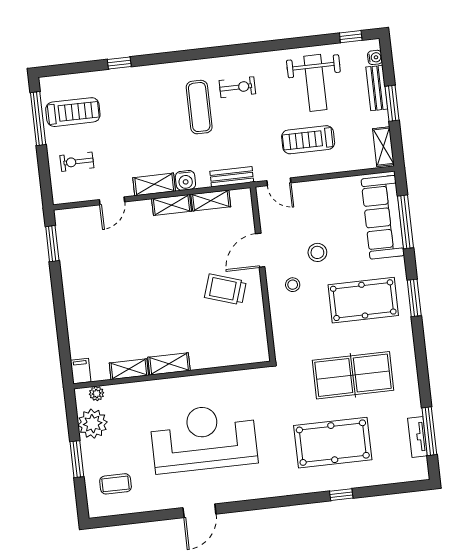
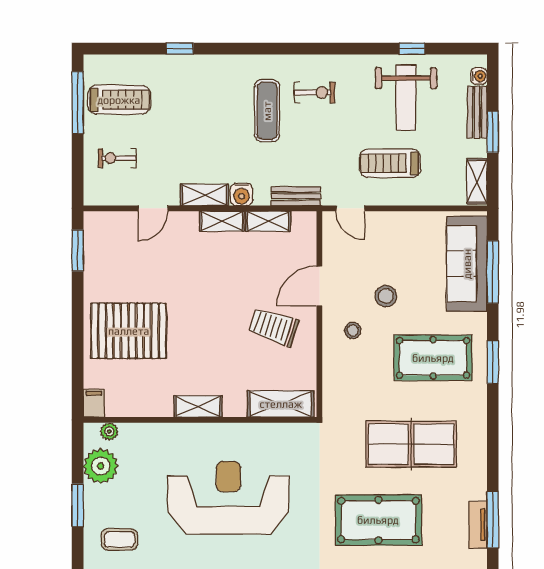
window: (351, 37) -> (412, 49), moved
pallet: (103, 307) -> (129, 331), added
shelving: (129, 369) -> (281, 404), moved, width x1.50, depth x1.33

